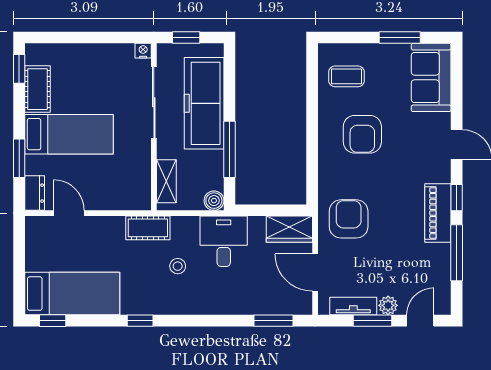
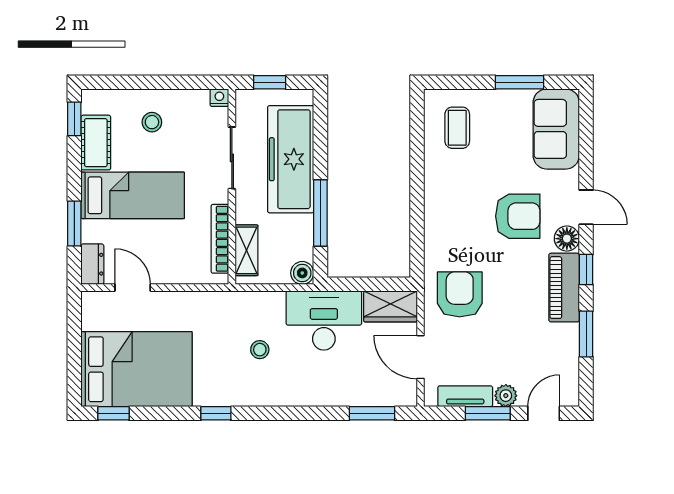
stool: (85, 72) -> (152, 122), added
coffee table: (346, 76) -> (457, 128), turned 90
sliding door: (154, 102) -> (232, 158), width x0.73
armchair: (362, 134) -> (518, 216), moved, turned -90
bookcase: (144, 171) -> (220, 239), added
floor lamp: (440, 171) -> (567, 239), added
cot: (148, 228) -> (225, 305), removed
desk: (224, 241) -> (324, 320), width x1.37
window: (457, 253) -> (586, 334), width x0.69
bed: (72, 294) -> (136, 369), width x1.50

